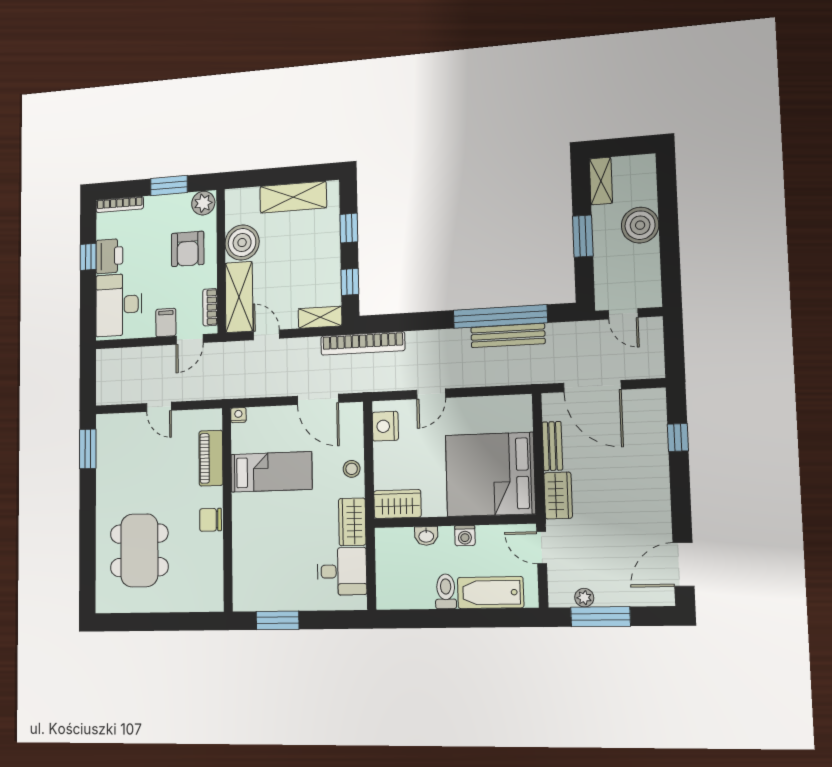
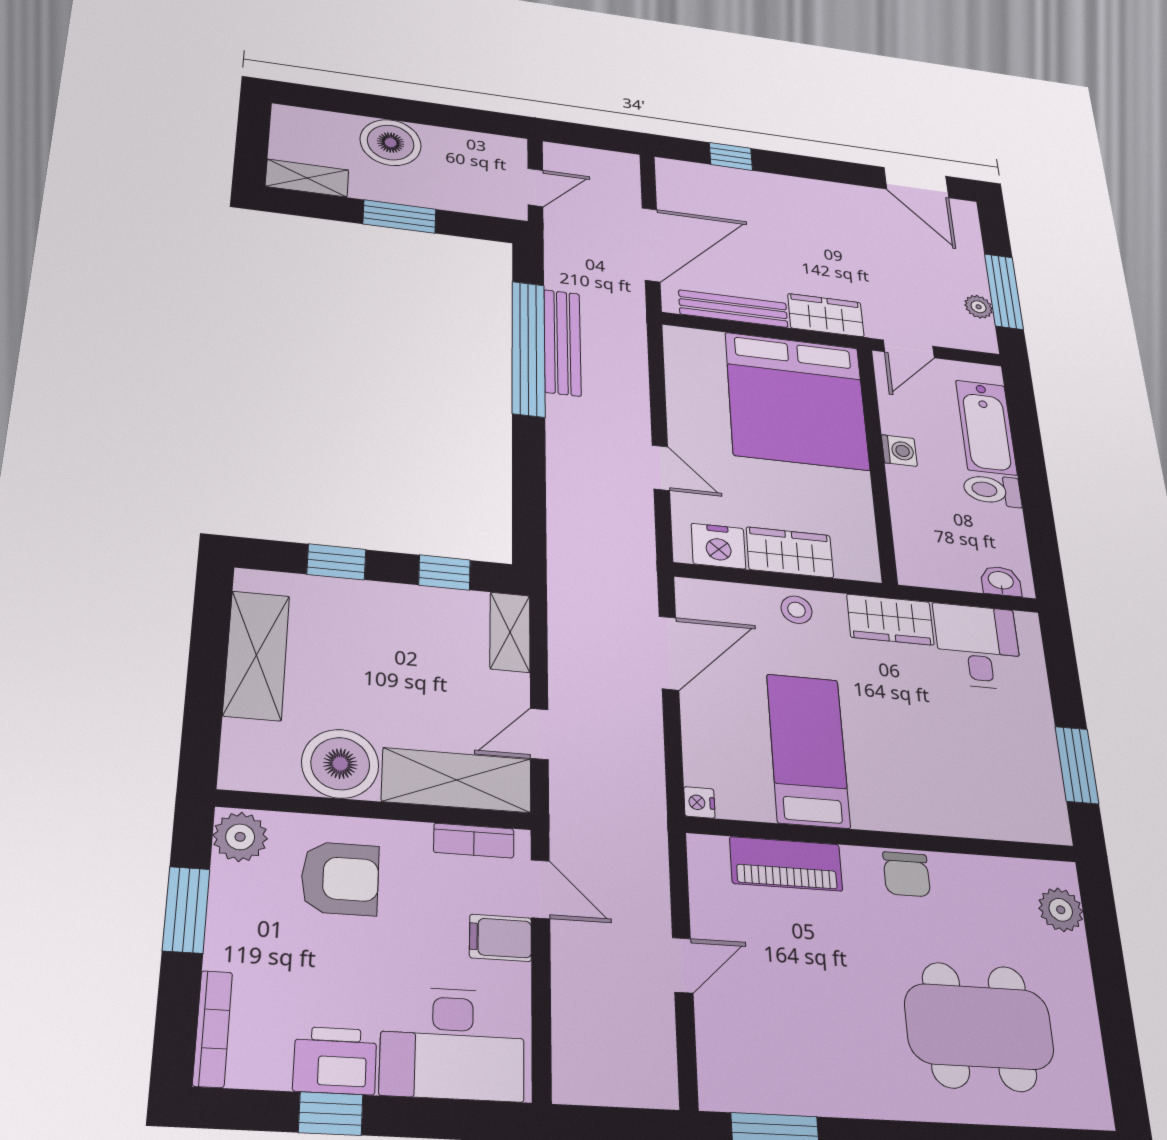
bookcase: (363, 343) -> (565, 565), removed
bench: (552, 446) -> (733, 309), width x1.36
wardrobe: (397, 504) -> (790, 552), moved, turned 90
washbasin: (426, 536) -> (1001, 581), moved, turned -90
plant: (199, 600) -> (1061, 910), added

